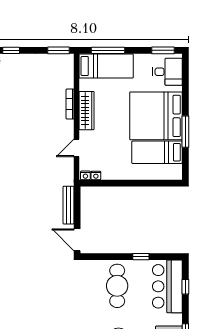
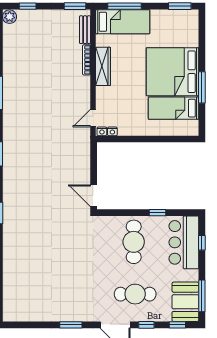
desk: (167, 72) -> (184, 28), removed
door: (76, 148) -> (93, 118), moved
bench: (69, 205) -> (85, 30), moved, width x0.73

